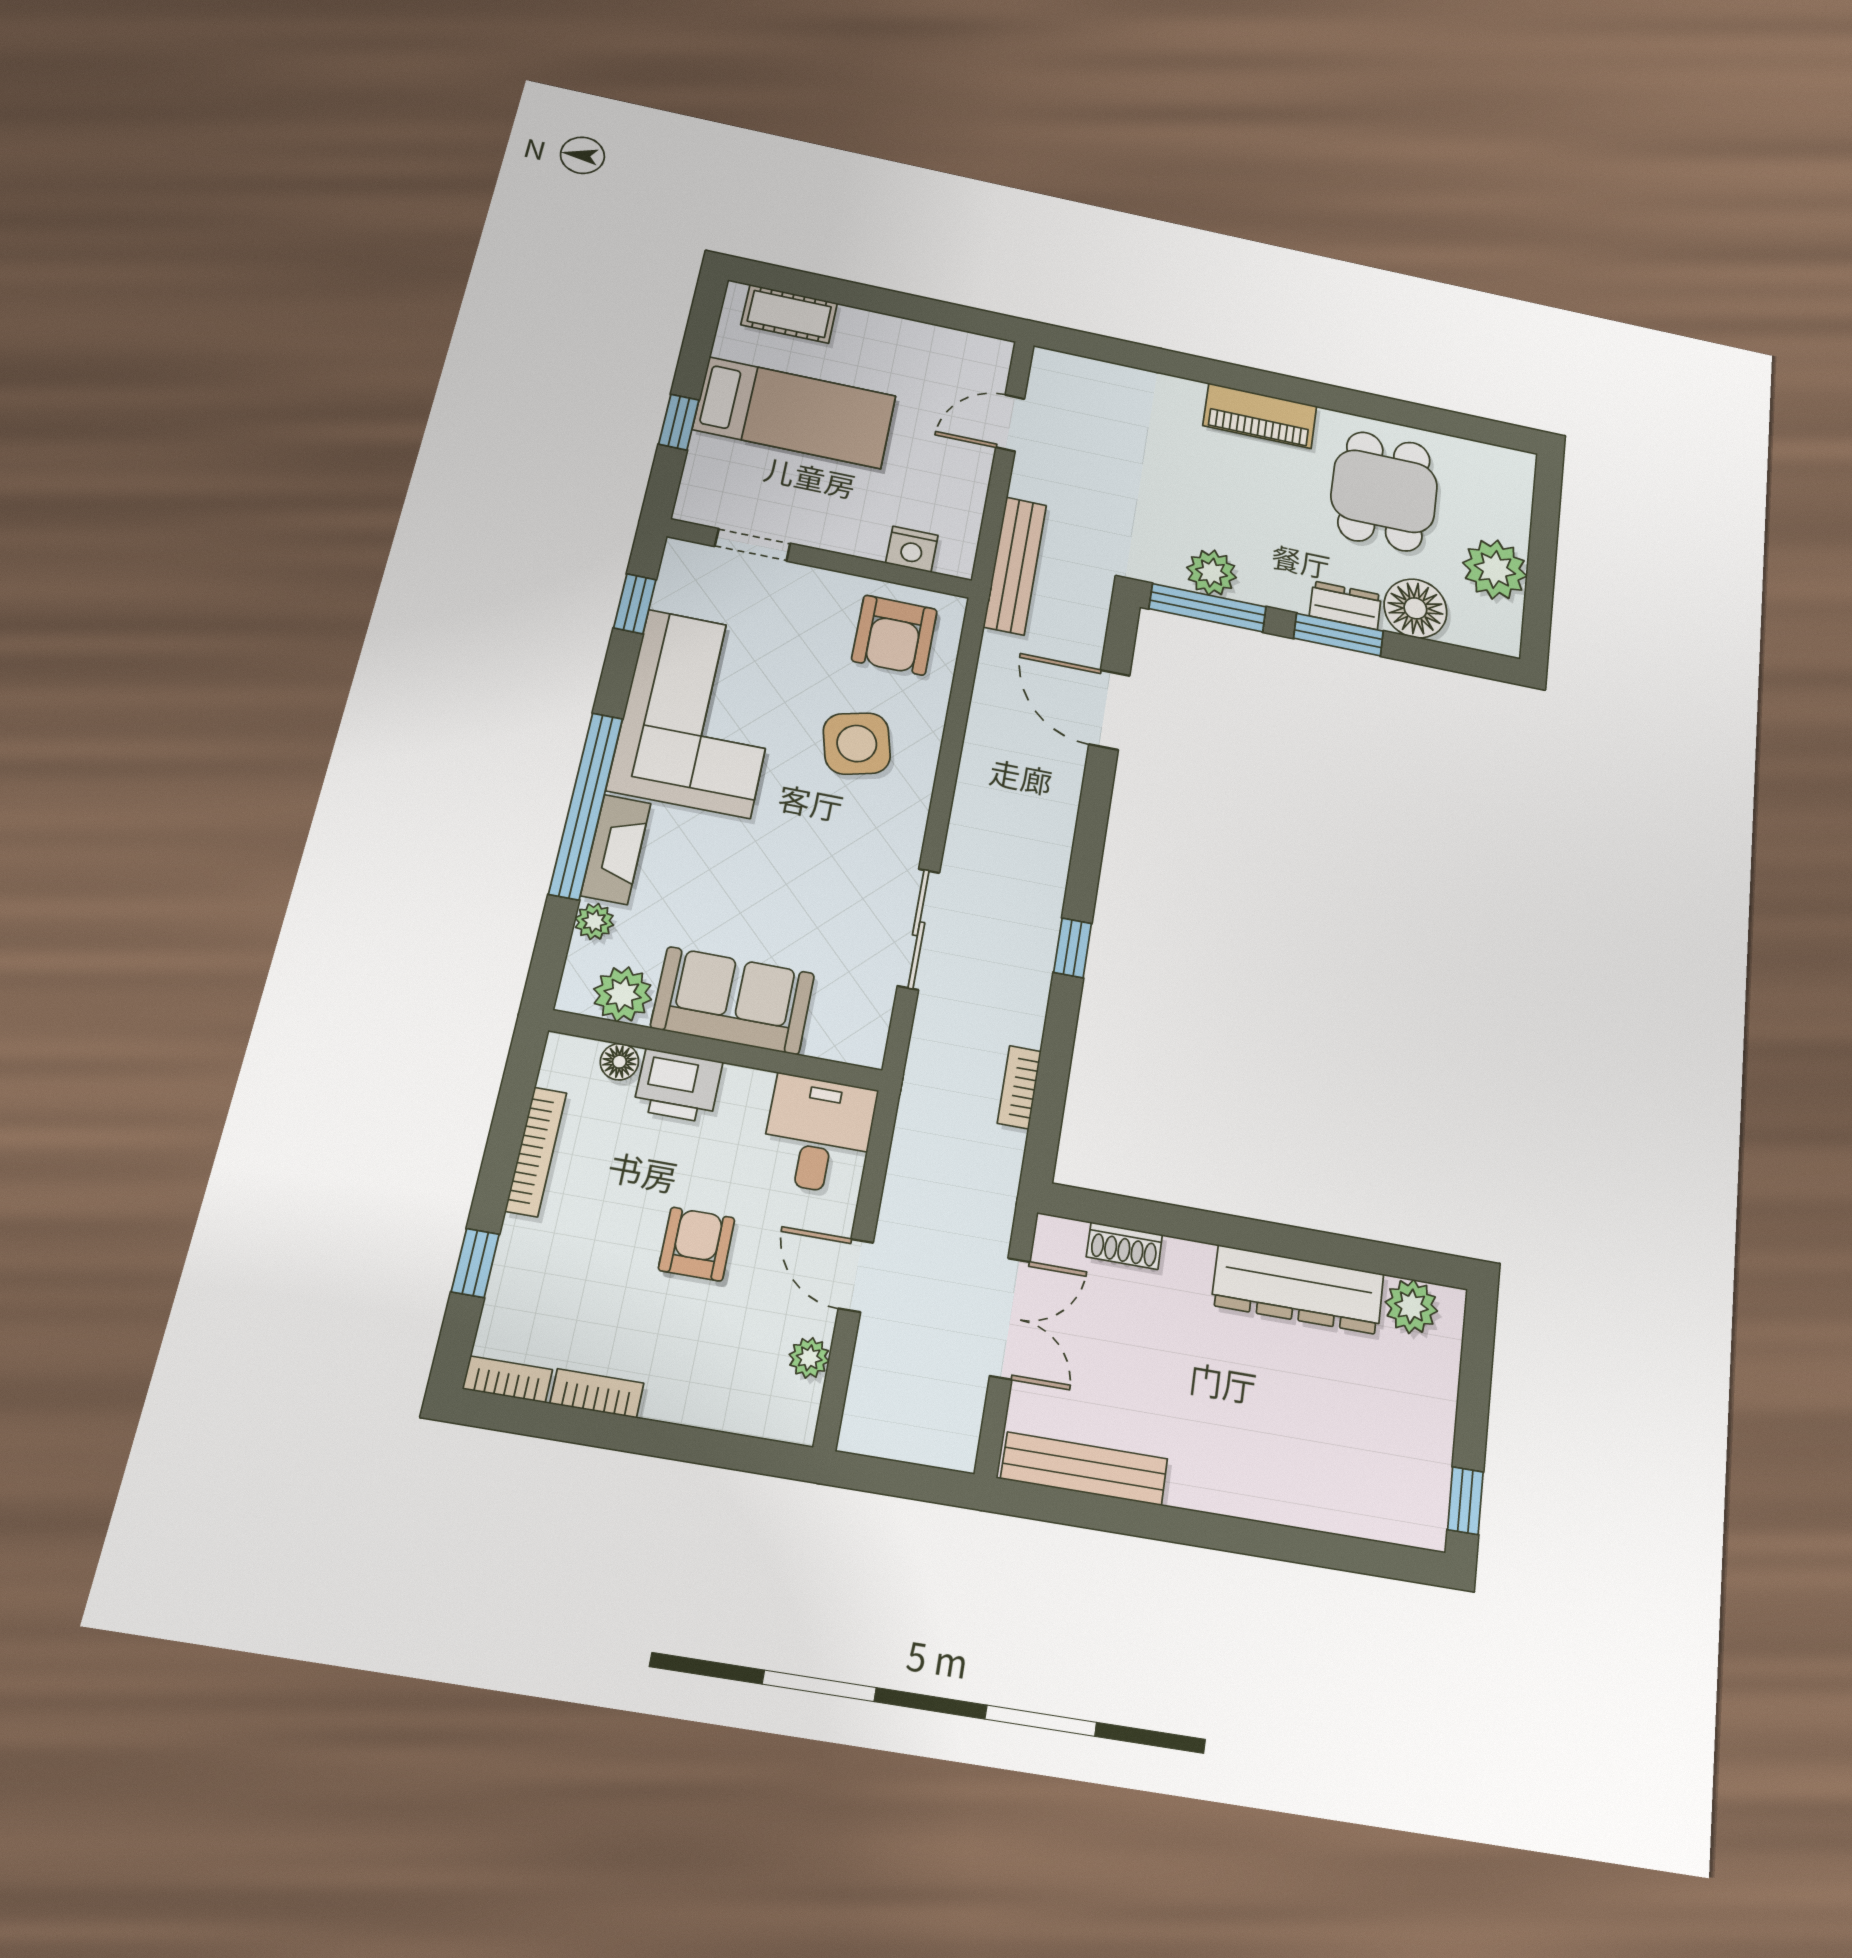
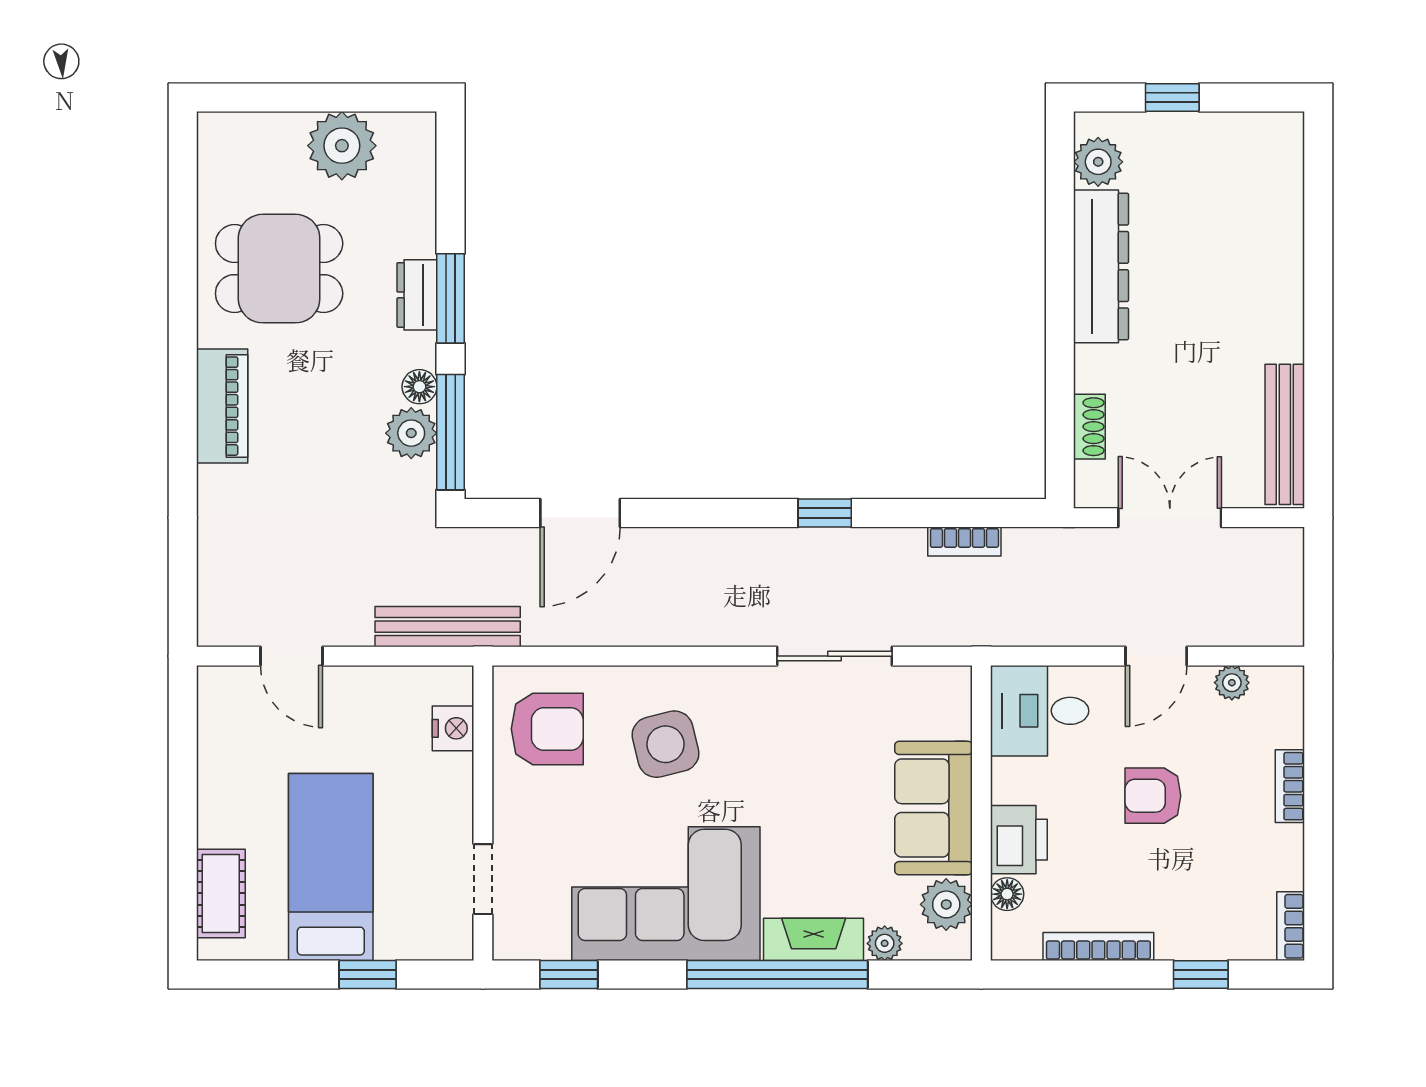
floor lamp: (1415, 608) -> (419, 387), moved, width x0.53, depth x0.53
bookcase: (597, 1393) -> (1290, 786), moved
window: (1465, 1501) -> (1172, 98), moved

